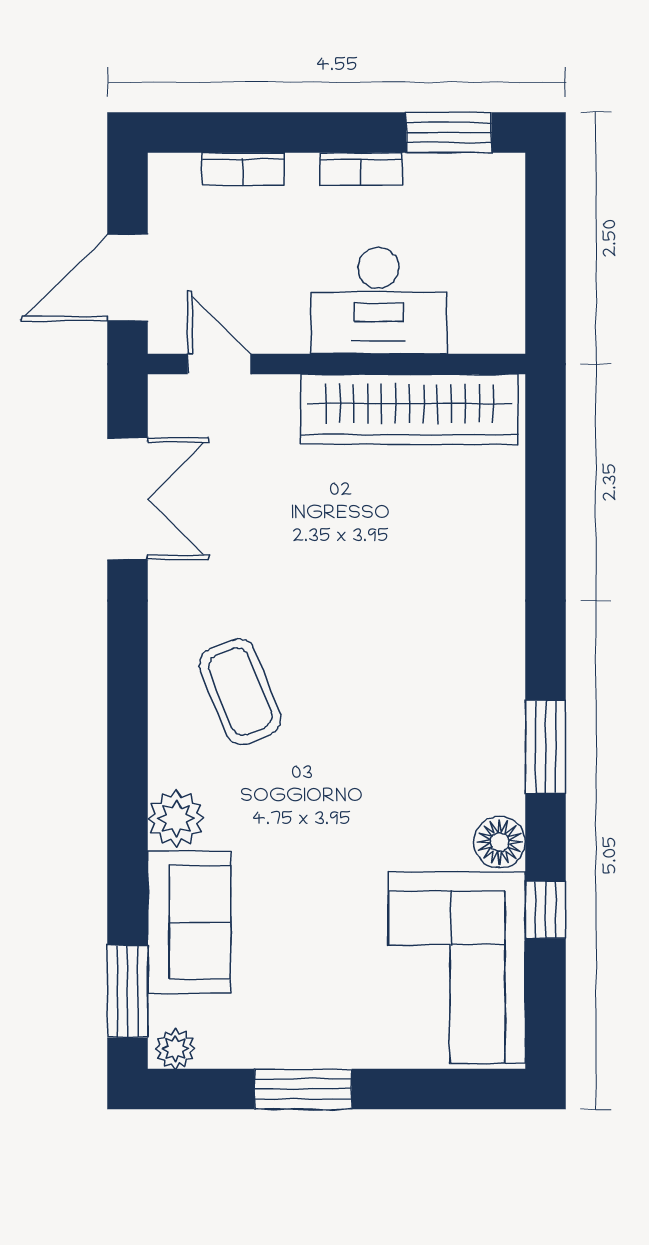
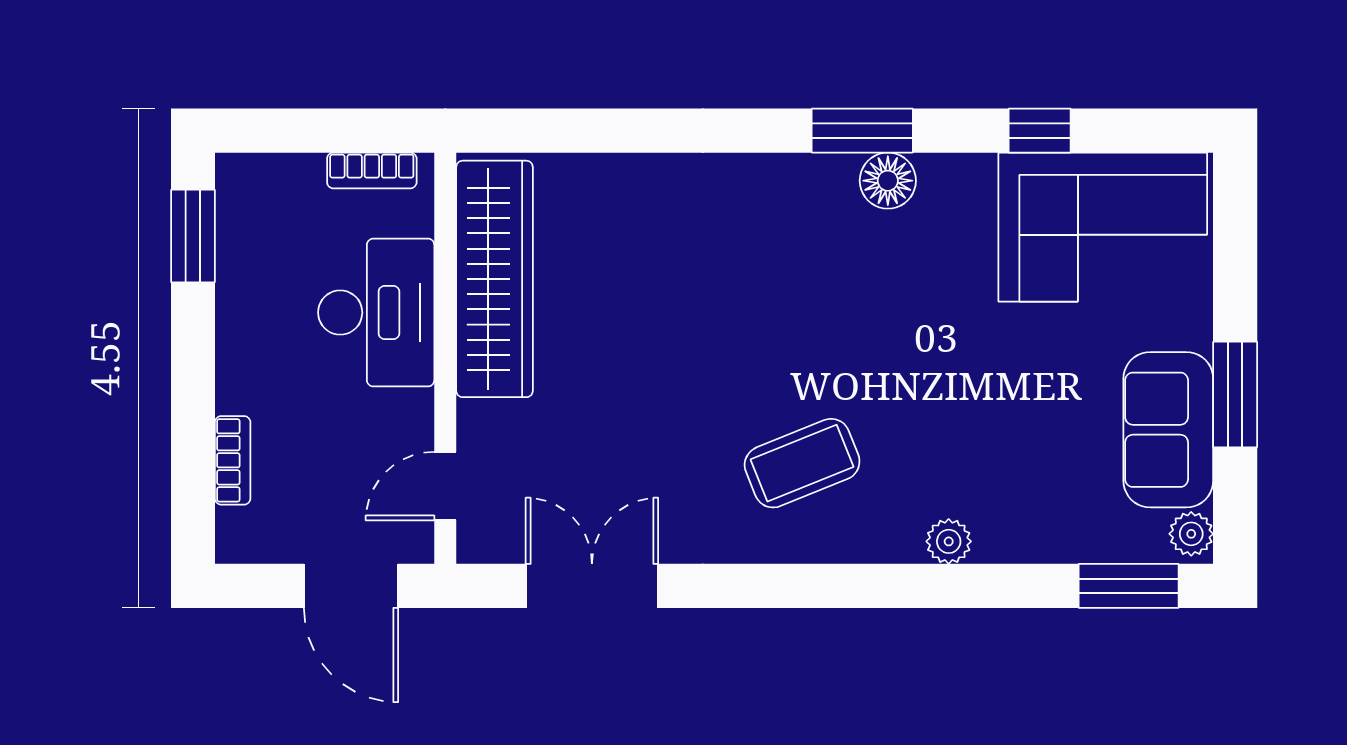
bookcase: (361, 169) -> (372, 170), moved, turned 90
plant: (176, 818) -> (949, 541), width x0.73, depth x0.73
floor lamp: (500, 842) -> (888, 181), moved
sofa: (189, 922) -> (1168, 430), moved, turned -90

